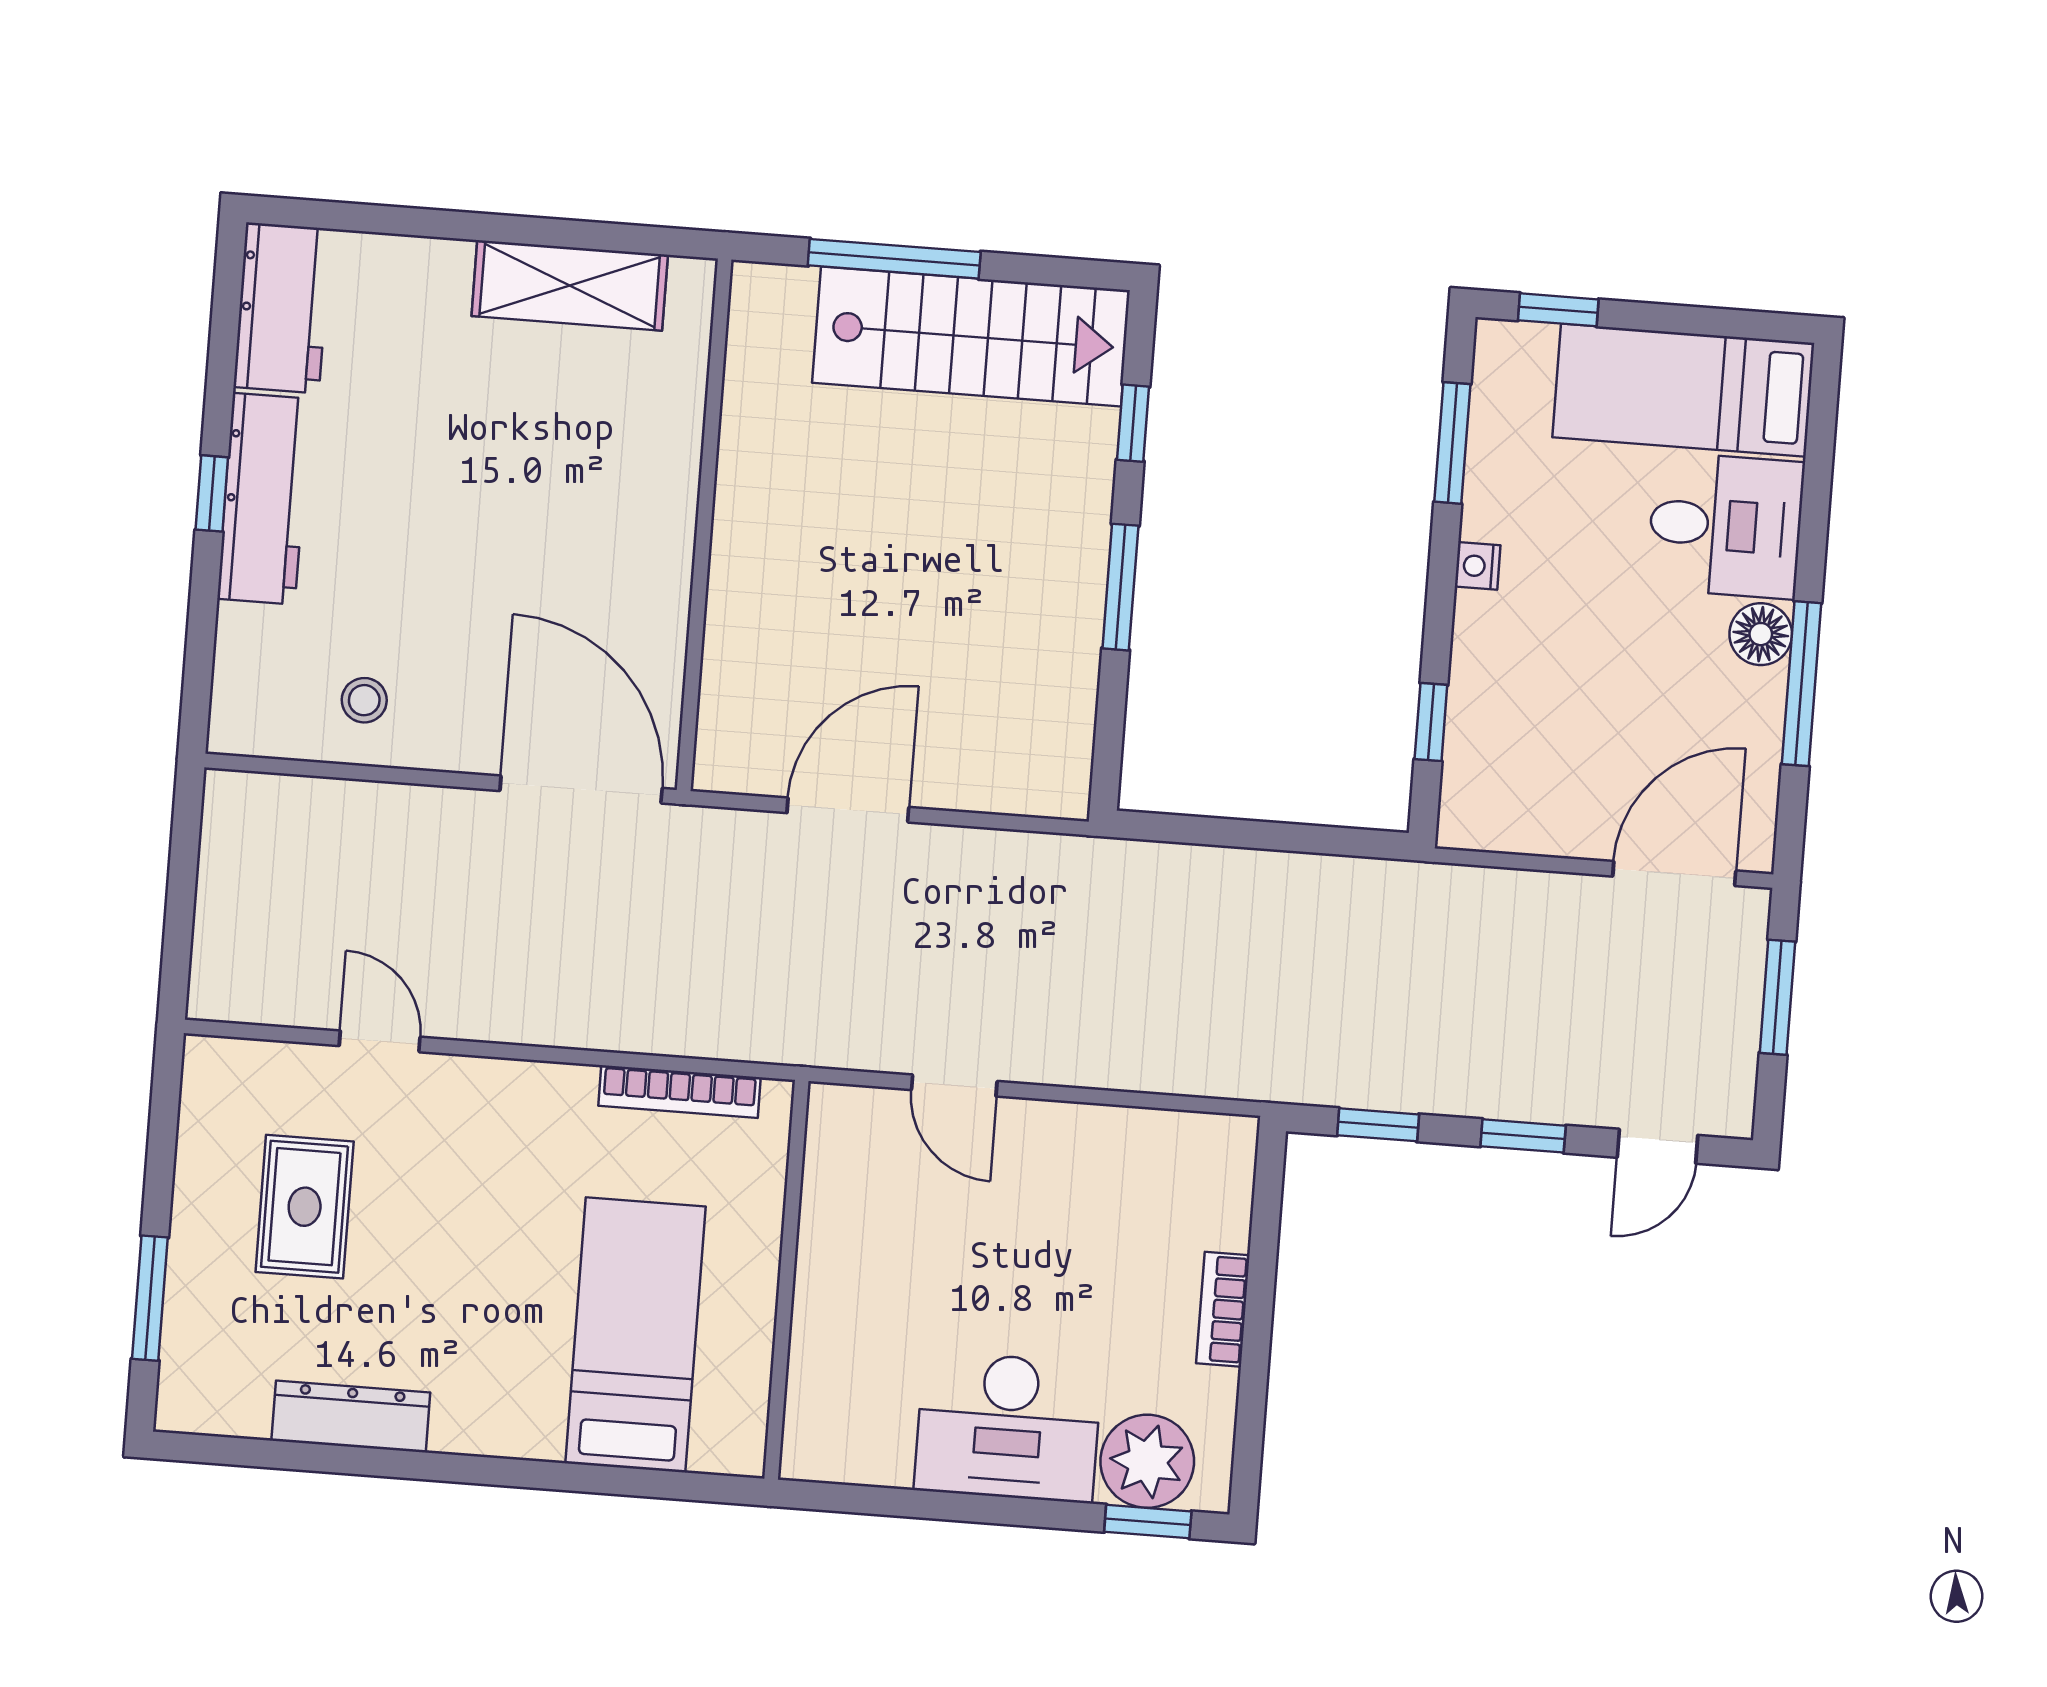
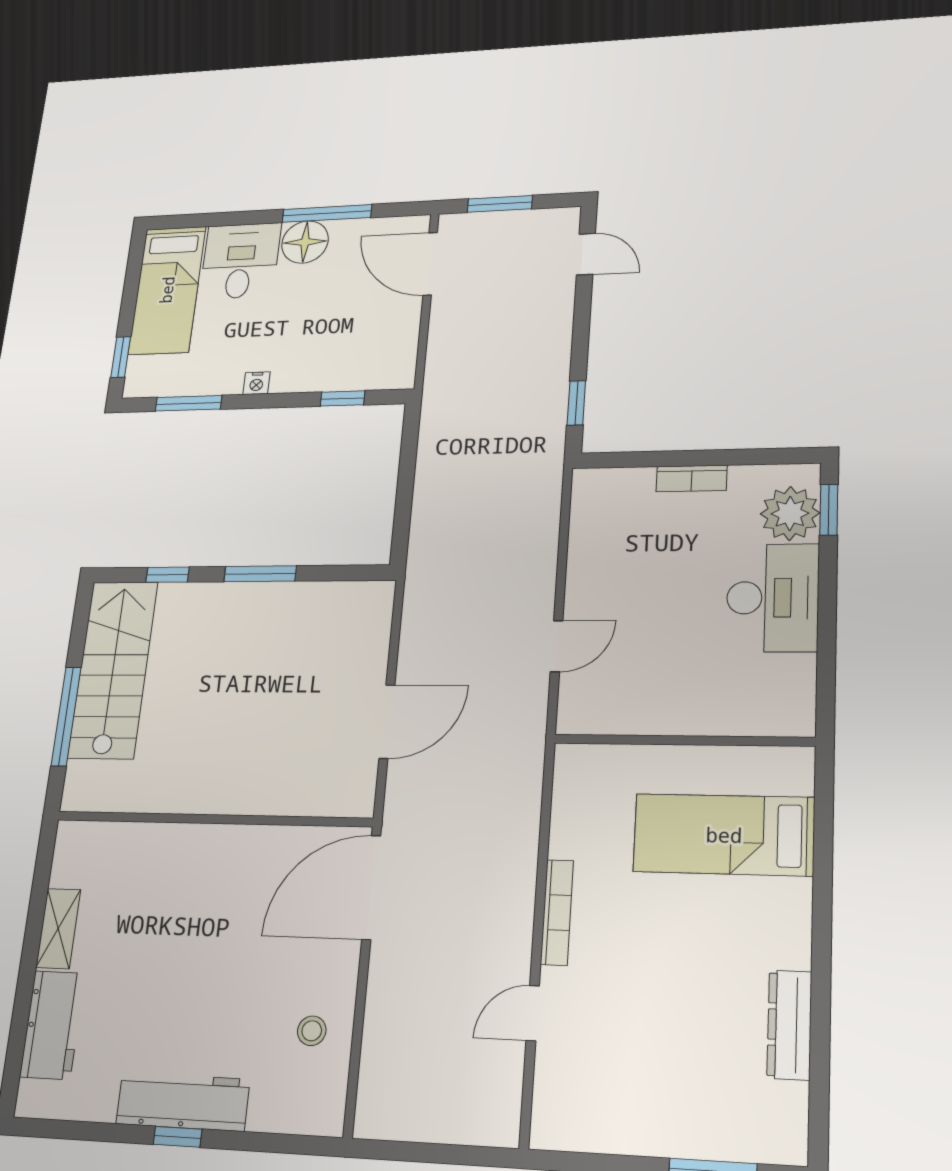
shelving: (570, 285) -> (58, 928), width x0.67, depth x0.75
workbench: (282, 308) -> (52, 1025), moved, turned 90
floor lamp: (1761, 634) -> (305, 242), width x1.38, depth x1.38
door: (848, 810) -> (387, 722), swing flipped
bookcase: (679, 1092) -> (557, 912), moved
window: (1523, 1136) -> (581, 325), removed
rug: (305, 1207) -> (645, 1062), removed

